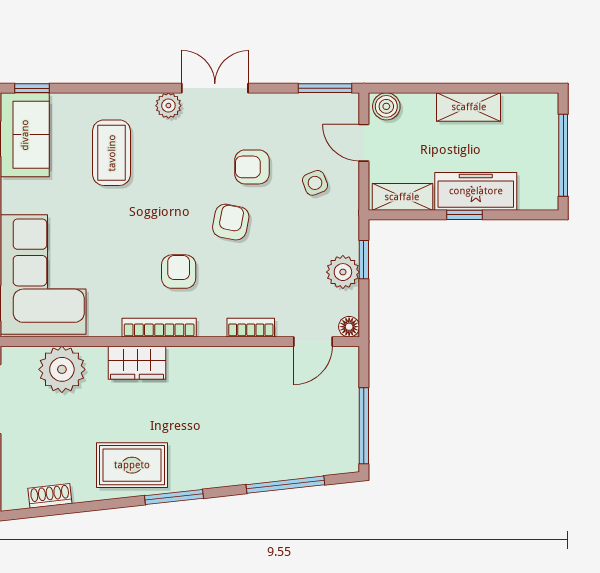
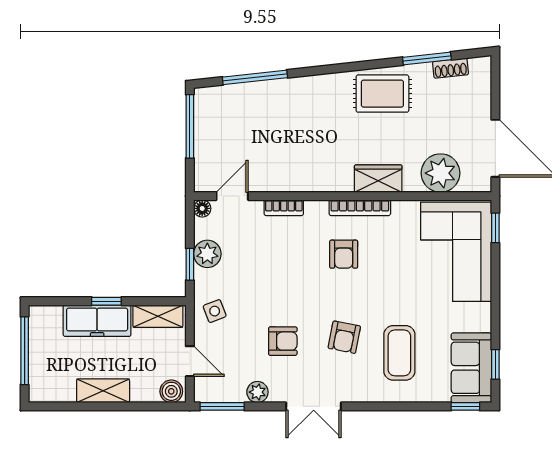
plant: (168, 106) -> (257, 392), moved
side table: (315, 183) -> (215, 311), moved
armchair: (231, 222) -> (344, 337), moved
window: (174, 497) -> (427, 58), moved

